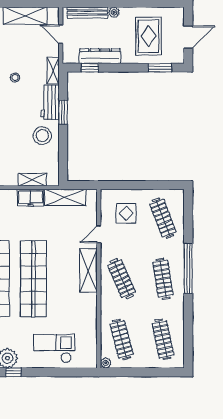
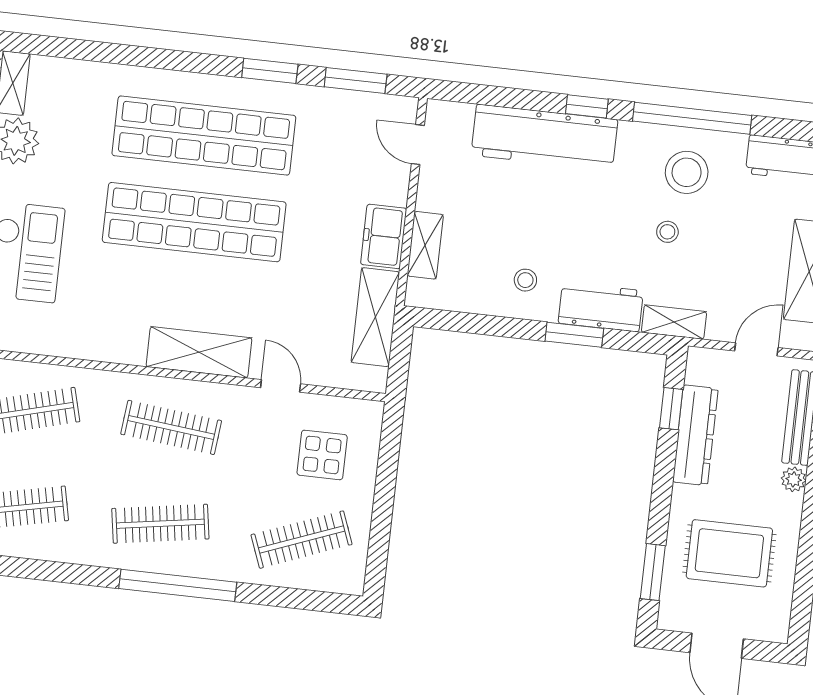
stool: (42, 136) -> (525, 280), width x0.53, depth x0.53
clothes rail: (122, 279) -> (171, 427), turned 30

